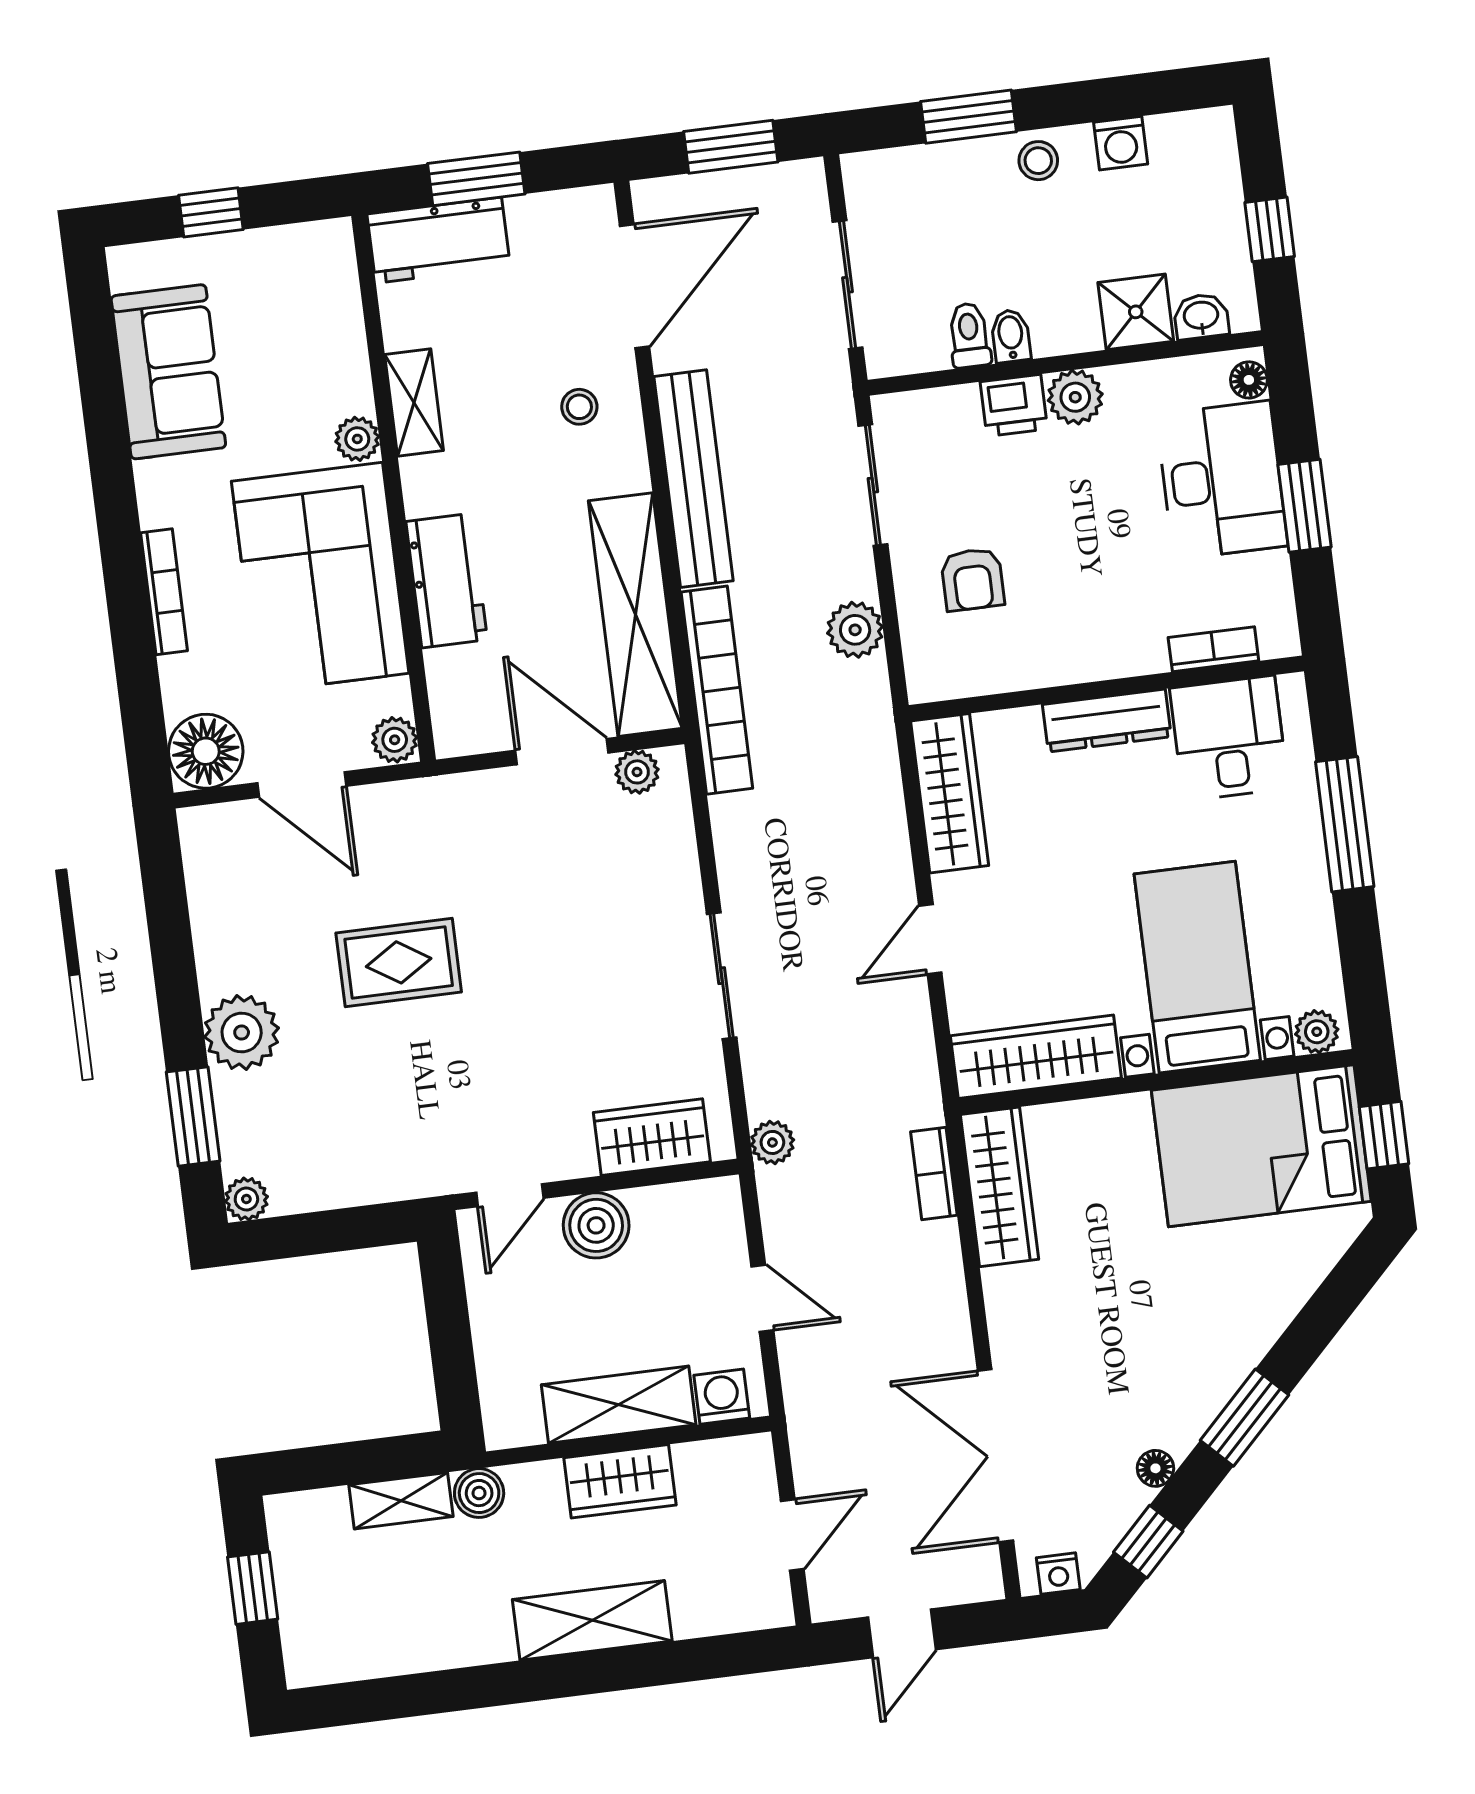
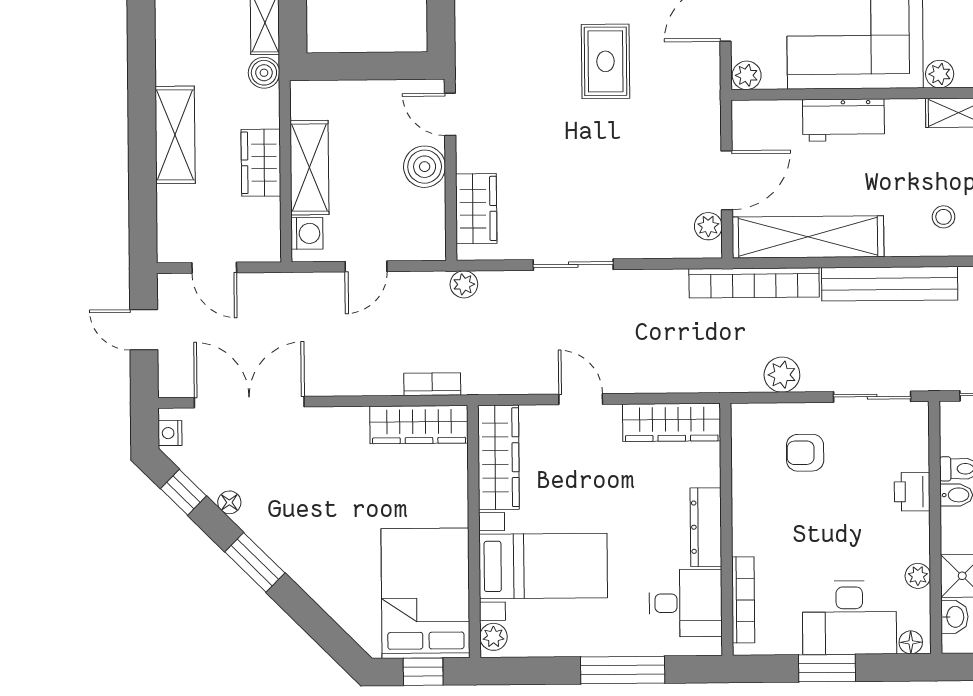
plant: (1075, 397) -> (918, 576), moved, width x0.73, depth x0.73
bookcase: (1213, 649) -> (743, 600), width x1.56

